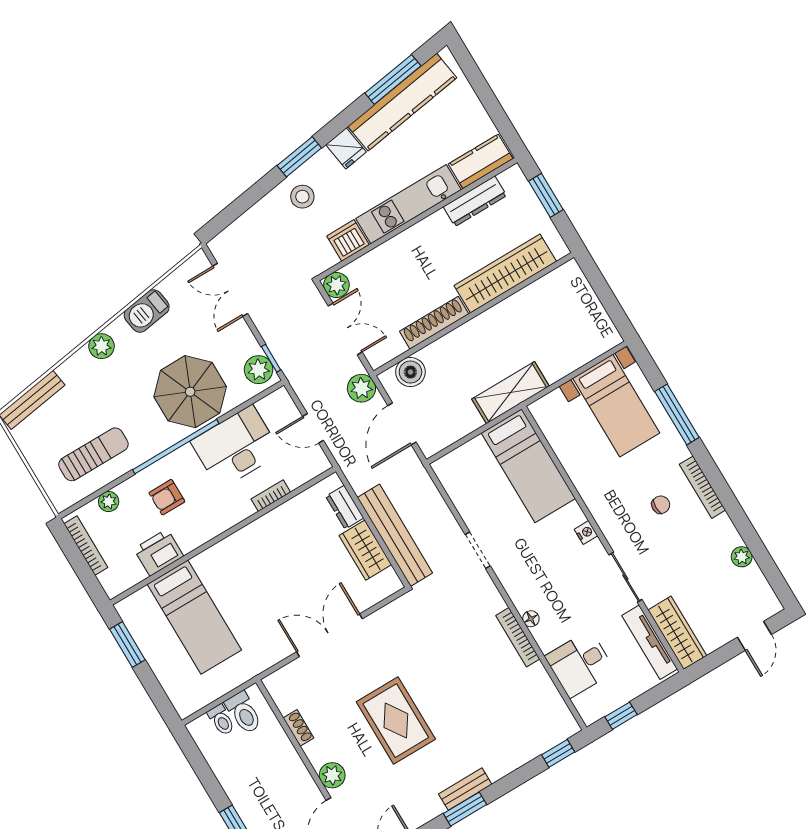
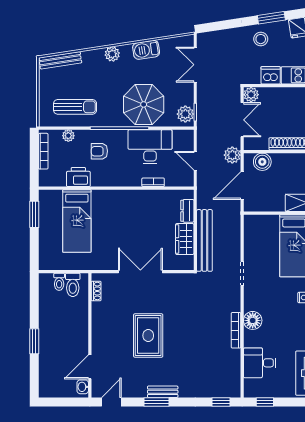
floor lamp: (531, 619) -> (253, 320), width x1.89, depth x1.89
shoe rack: (298, 728) -> (96, 291), moved
plant: (332, 775) -> (99, 344), removed

